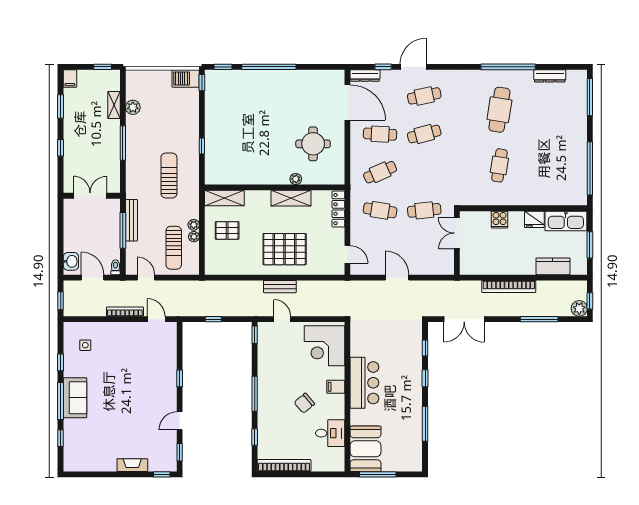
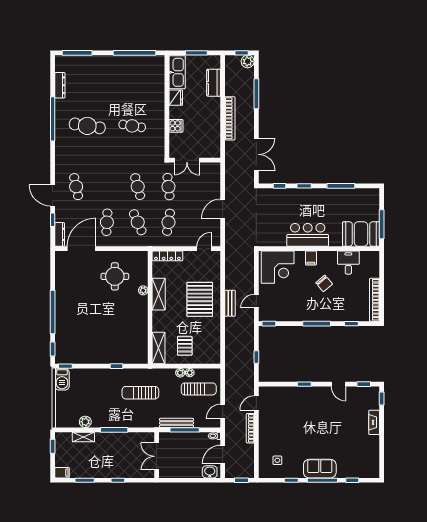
cafe table: (424, 134) -> (138, 187), moved

